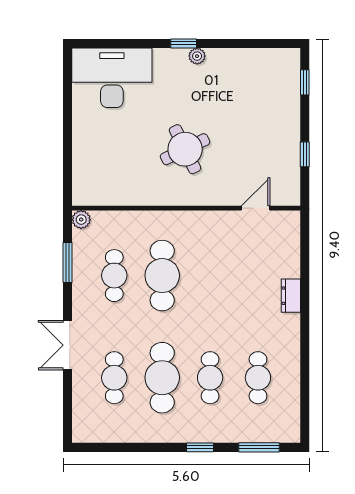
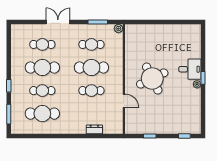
desk: (112, 78) -> (190, 69), moved, width x0.53, depth x0.77
round table: (185, 149) -> (152, 78), width x1.36, depth x1.36
door: (256, 208) -> (124, 101), moved
cafe table: (210, 276) -> (91, 91), added
dresser: (291, 296) -> (94, 129), moved
cafe table: (258, 378) -> (42, 114), width x1.37, depth x1.35

